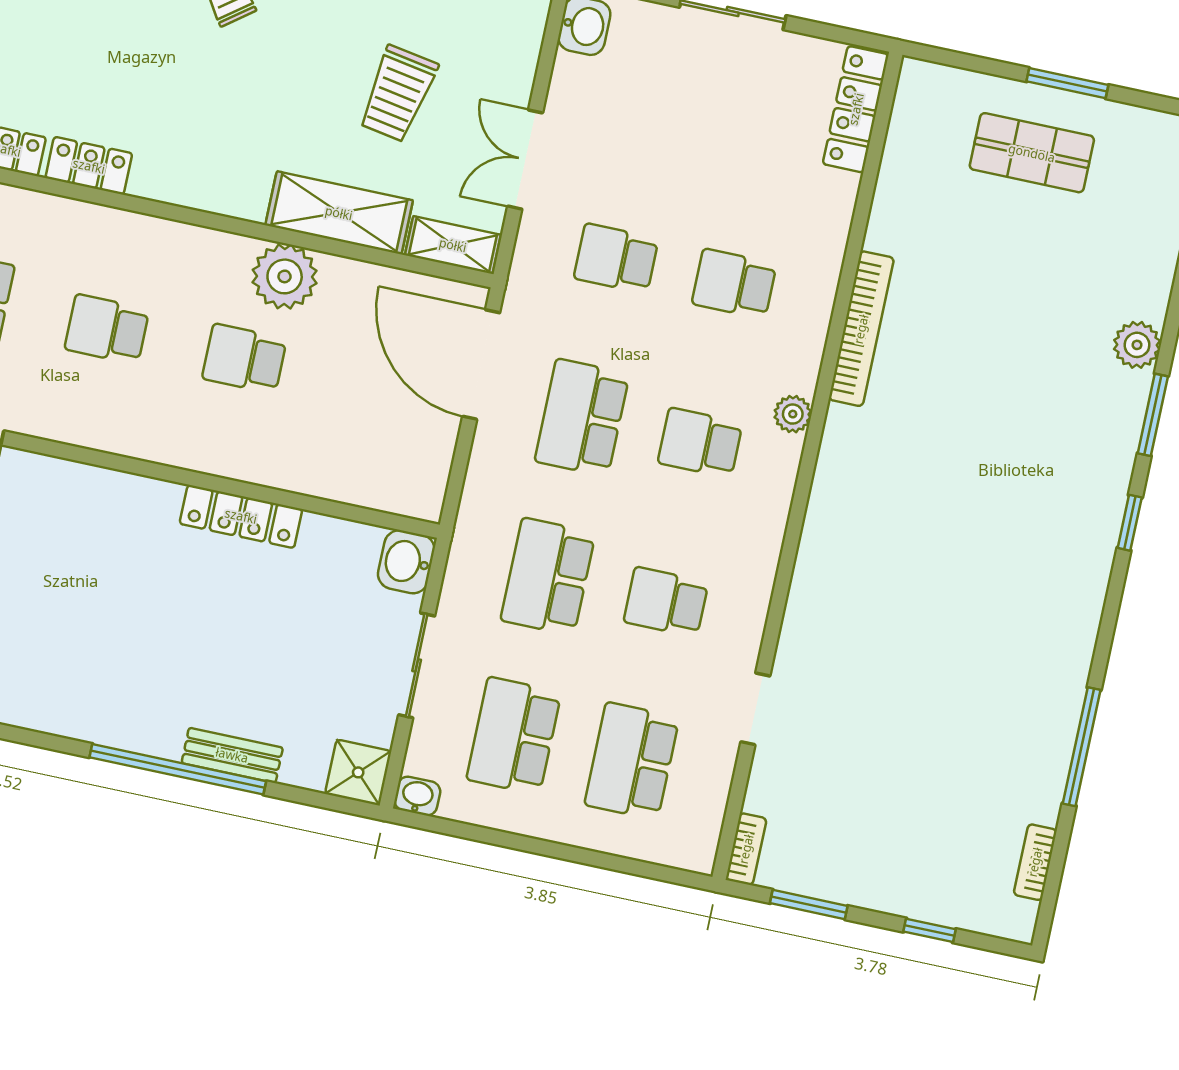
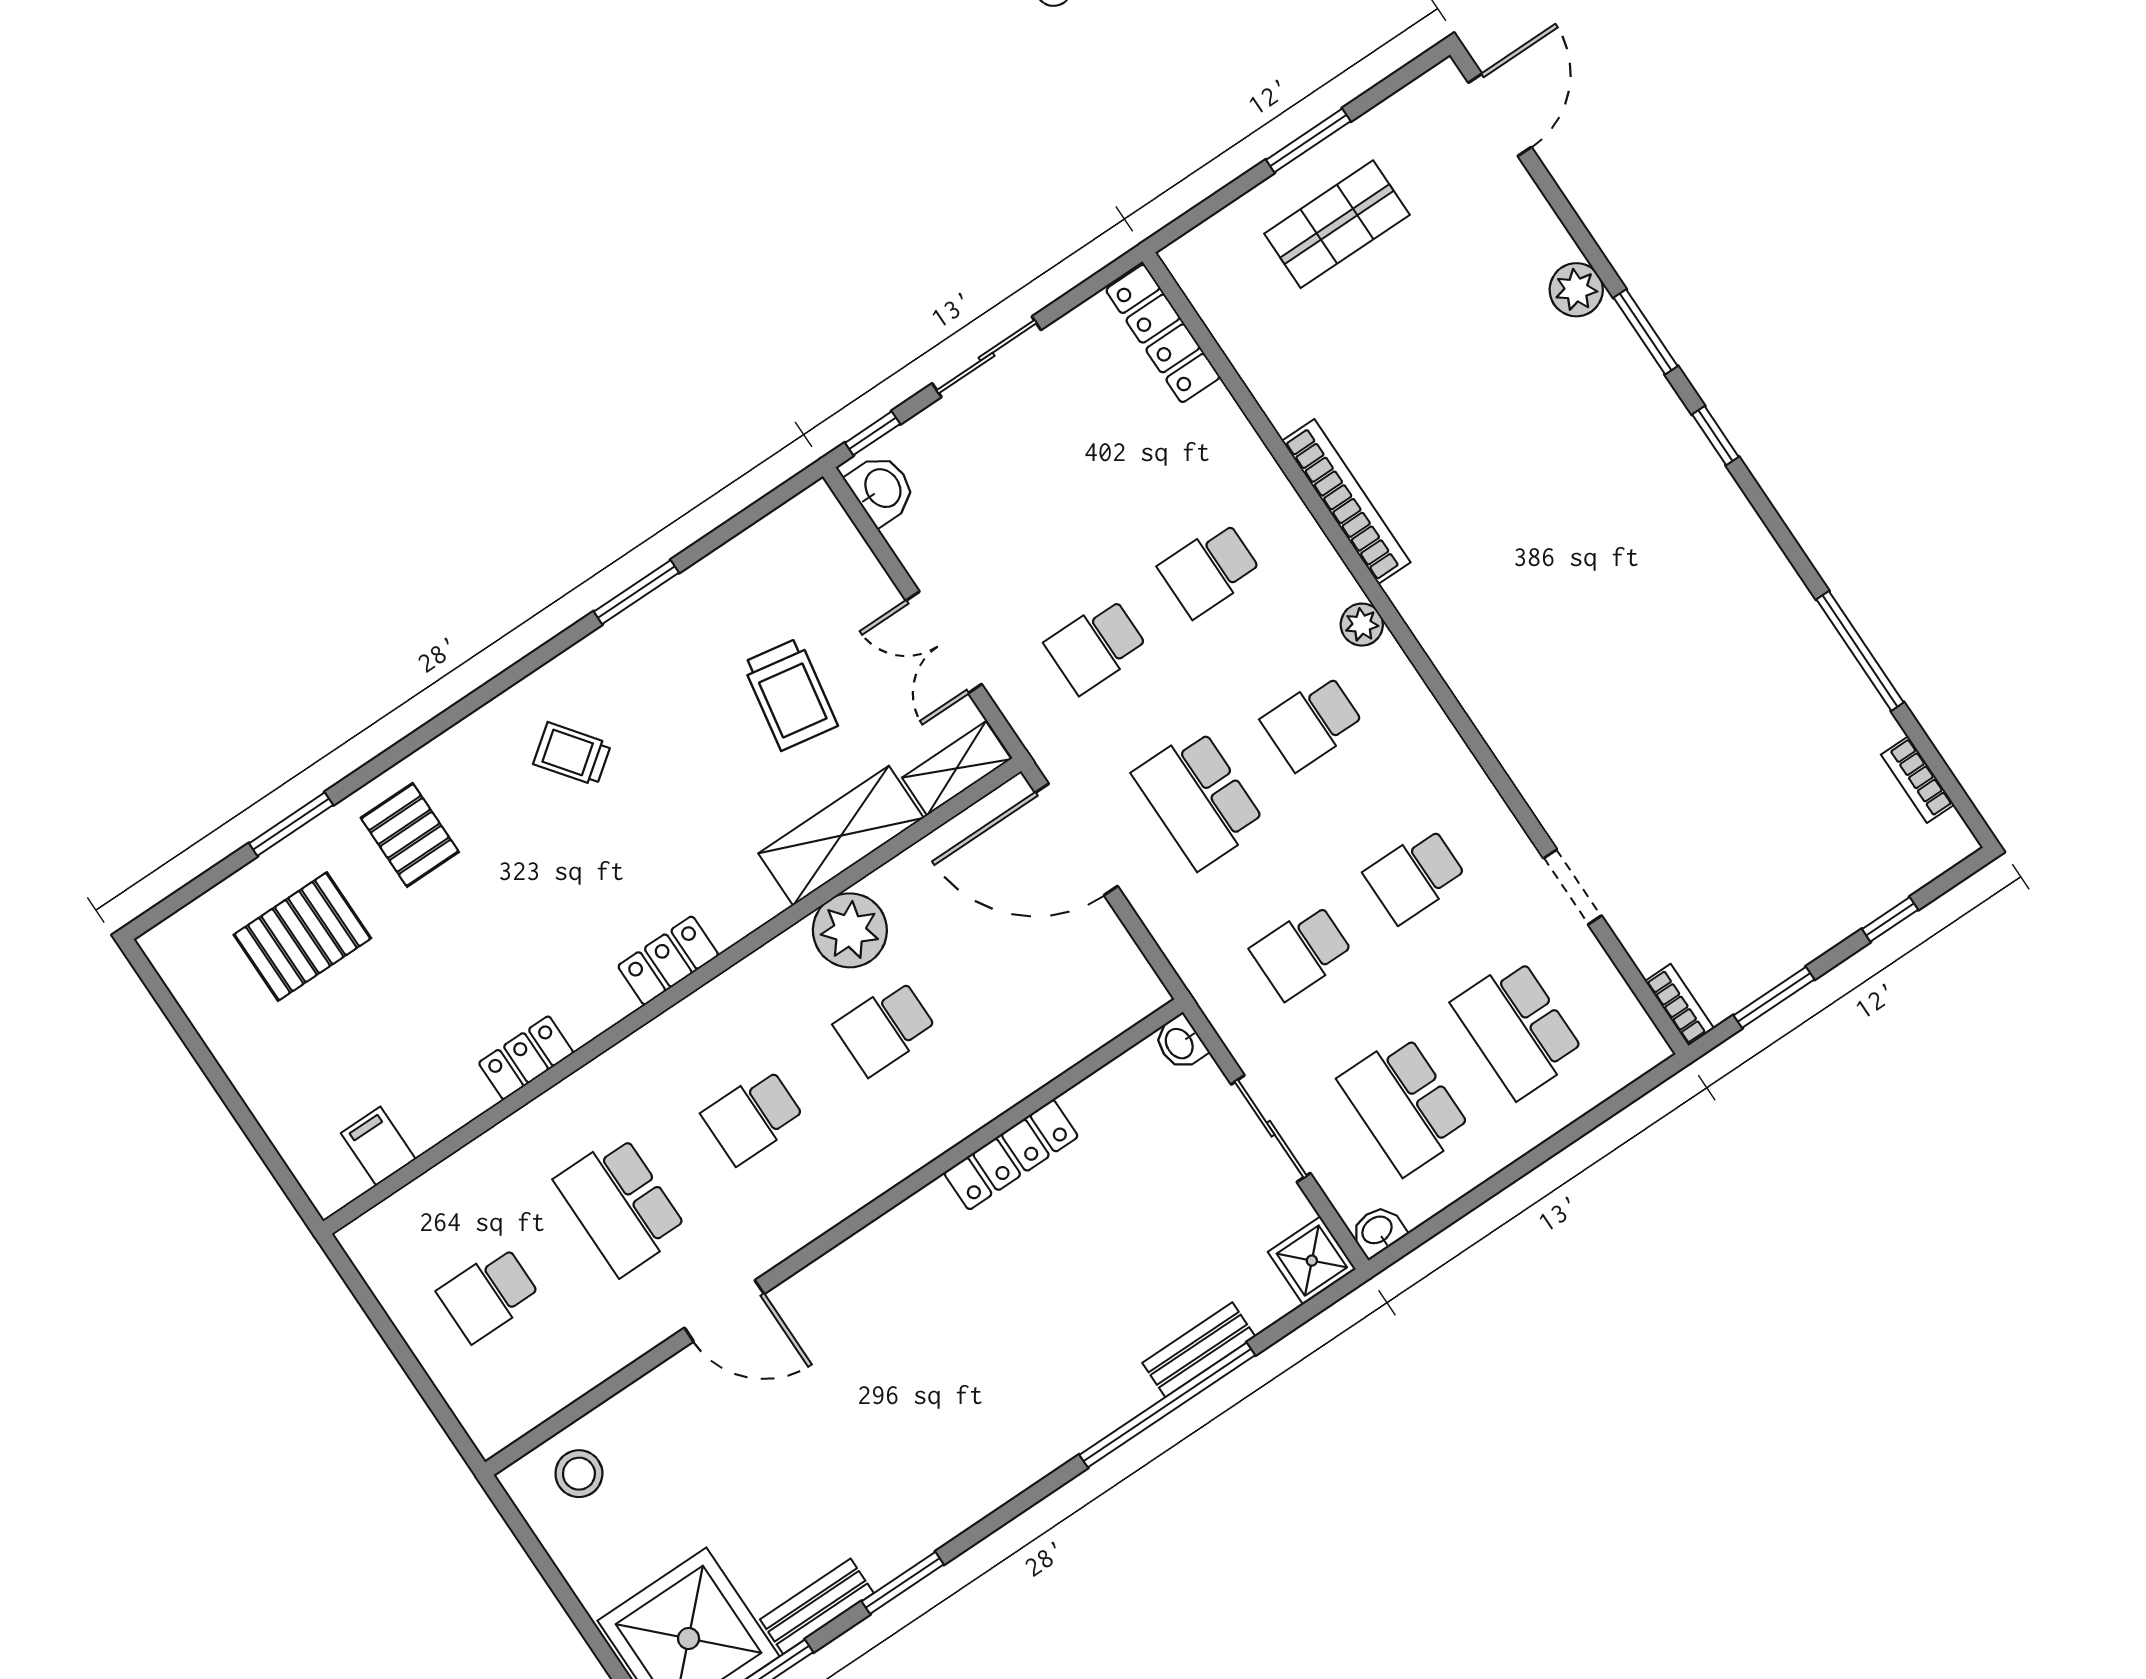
locker: (89, 166) -> (668, 961), moved
washbasin: (406, 562) -> (1180, 1043), width x0.72, depth x0.69
school desk: (548, 577) -> (1302, 952), width x0.54

